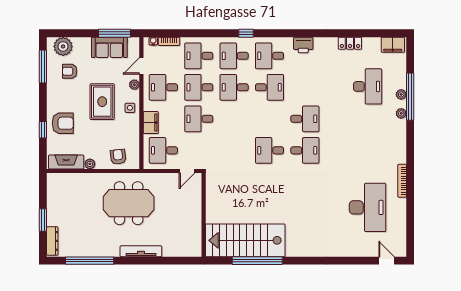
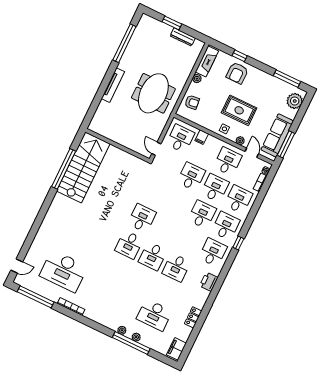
sofa: (109, 47) -> (277, 135), width x1.36
armchair: (70, 71) -> (274, 97), removed
desk: (269, 87) -> (176, 268), moved
filing cabinet: (151, 123) -> (202, 137), width x0.50
window: (410, 224) -> (36, 297), added
dresser: (52, 241) -> (183, 37), moved

